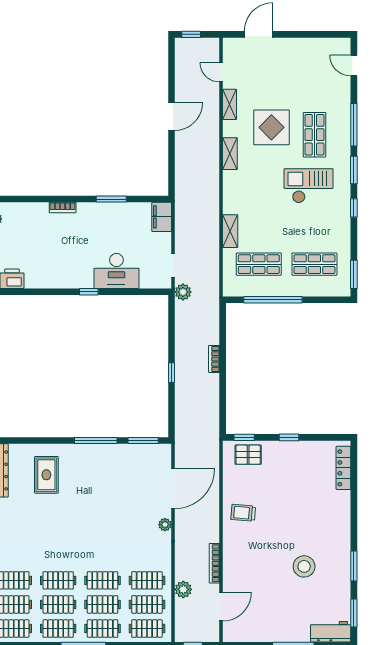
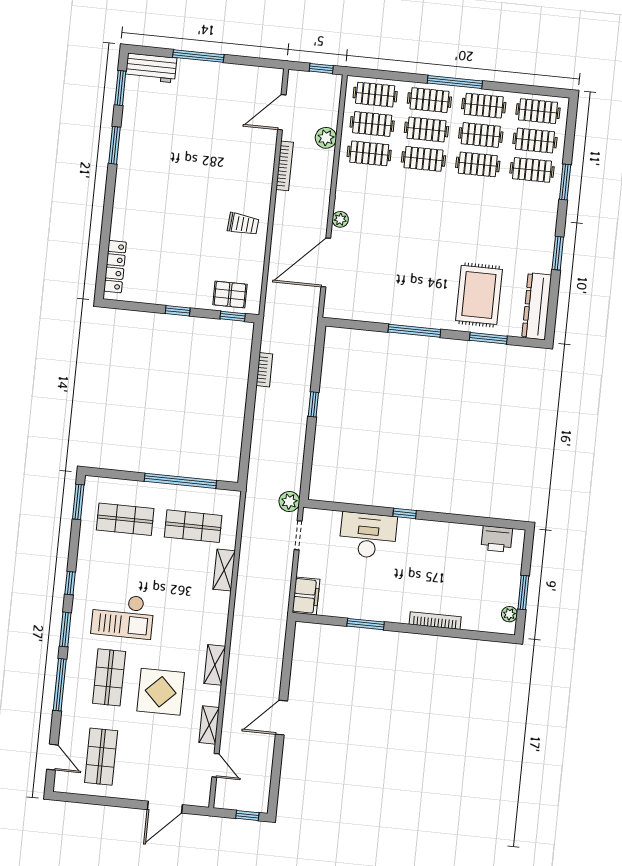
shop shelf: (314, 70) -> (101, 757), added
bookcase: (63, 208) -> (435, 621), width x1.56
bookcase: (214, 359) -> (264, 370), moved
window: (143, 441) -> (488, 338), moved
rug: (46, 475) -> (479, 295), width x1.36, depth x1.43
stool: (304, 566) -> (175, 151), removed

